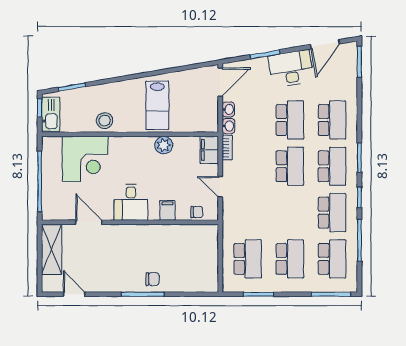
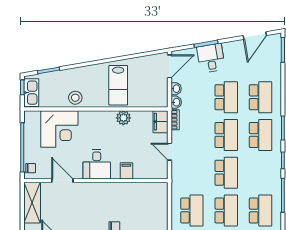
desk: (291, 69) -> (211, 58), moved, width x0.73
chair: (197, 212) -> (31, 168), moved
school desk: (332, 213) -> (226, 173), moved

